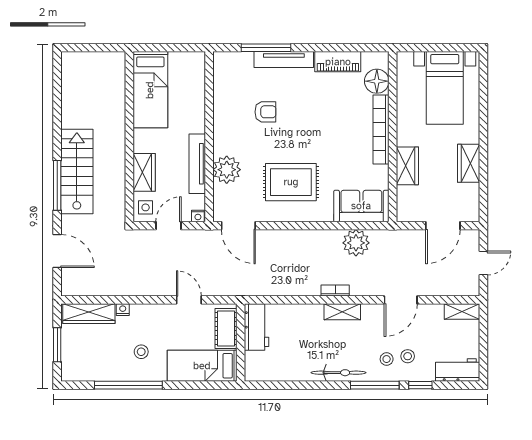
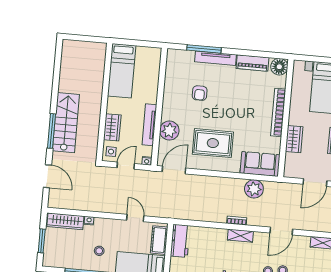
floor lamp: (377, 81) -> (279, 67), moved
armchair: (265, 112) -> (200, 93), turned 90
door: (238, 226) -> (174, 170), swing flipped

